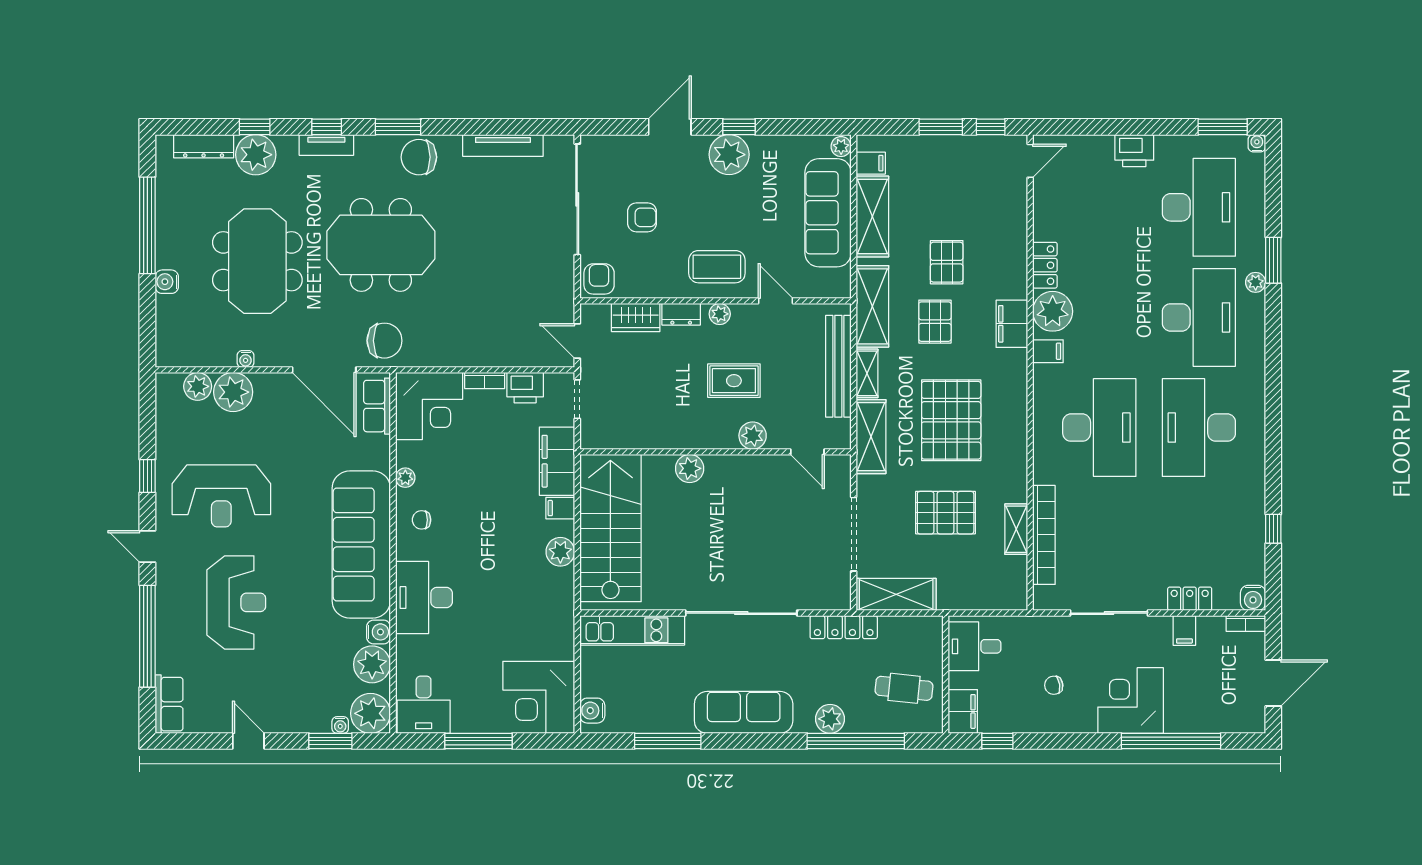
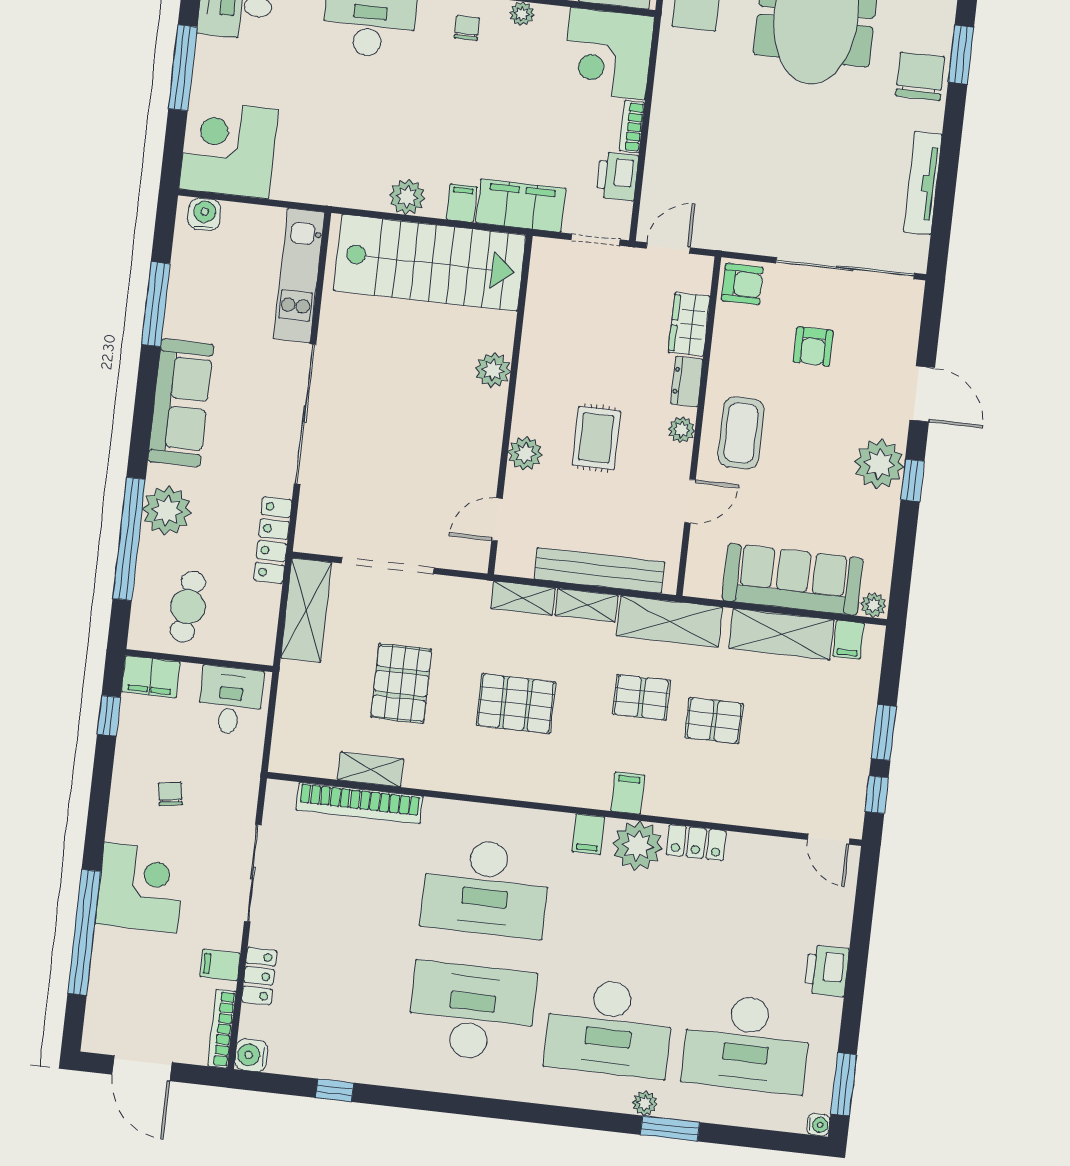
filing cabinet: (1012, 324) -> (628, 793), width x0.50
pallet: (951, 420) -> (516, 704), width x0.73, depth x0.71
shelving: (871, 437) -> (523, 598), width x0.67, depth x0.75
bookcase: (1246, 623) -> (222, 1029), width x1.56
plant: (830, 719) -> (167, 511), width x1.36, depth x1.36

